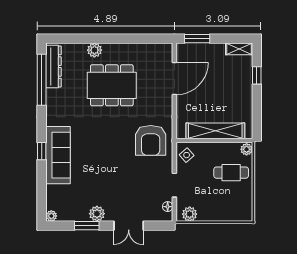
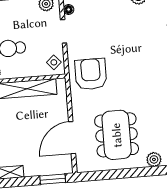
dining table: (112, 85) -> (117, 135), moved, turned 90

